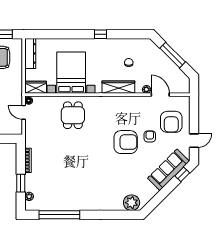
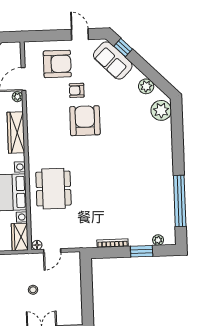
dining table: (73, 115) -> (53, 189), width x1.37
sofa: (168, 170) -> (113, 60), width x0.73
plant: (151, 191) -> (146, 86), added

